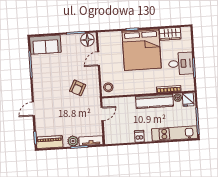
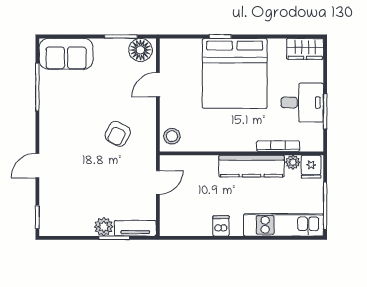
wardrobe: (170, 34) -> (305, 49), moved
piano: (50, 142) -> (62, 226), removed

